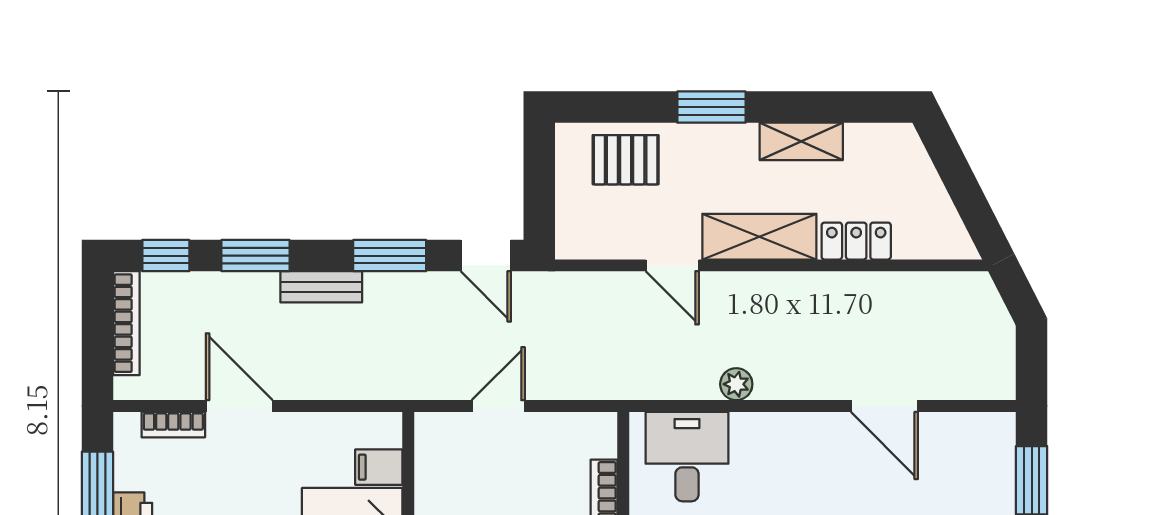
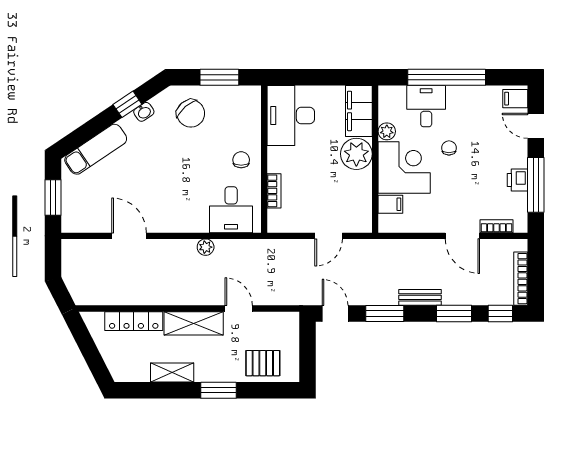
locker: (856, 241) -> (134, 321), width x1.53

